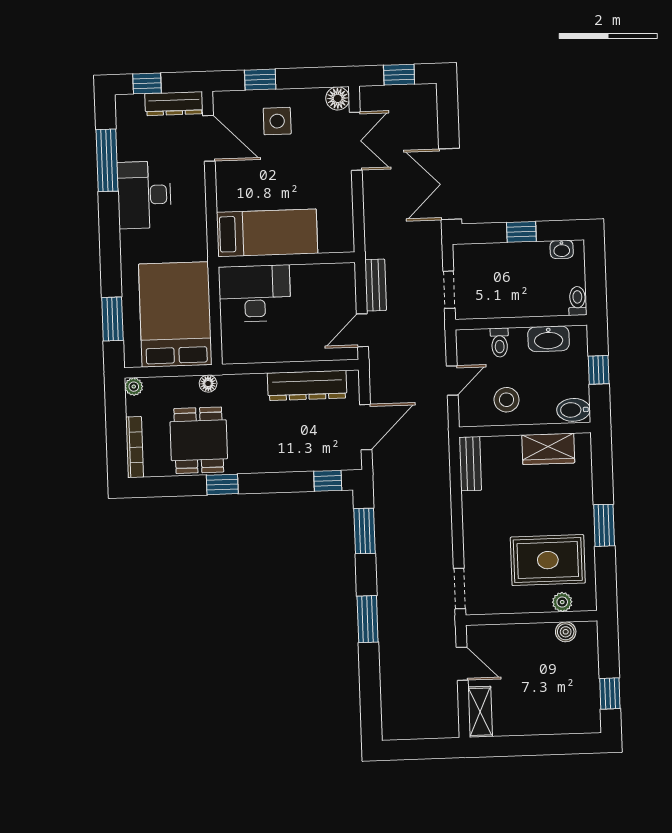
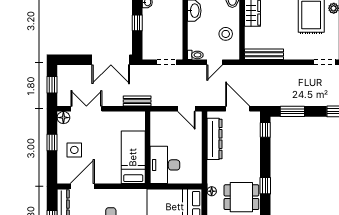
window: (260, 80) -> (52, 142), moved
bench: (376, 285) -> (137, 101), moved
toilet: (500, 343) -> (195, 55), moved
door: (452, 381) -> (215, 62), swing flipped
bench: (470, 464) -> (264, 54), width x1.36

